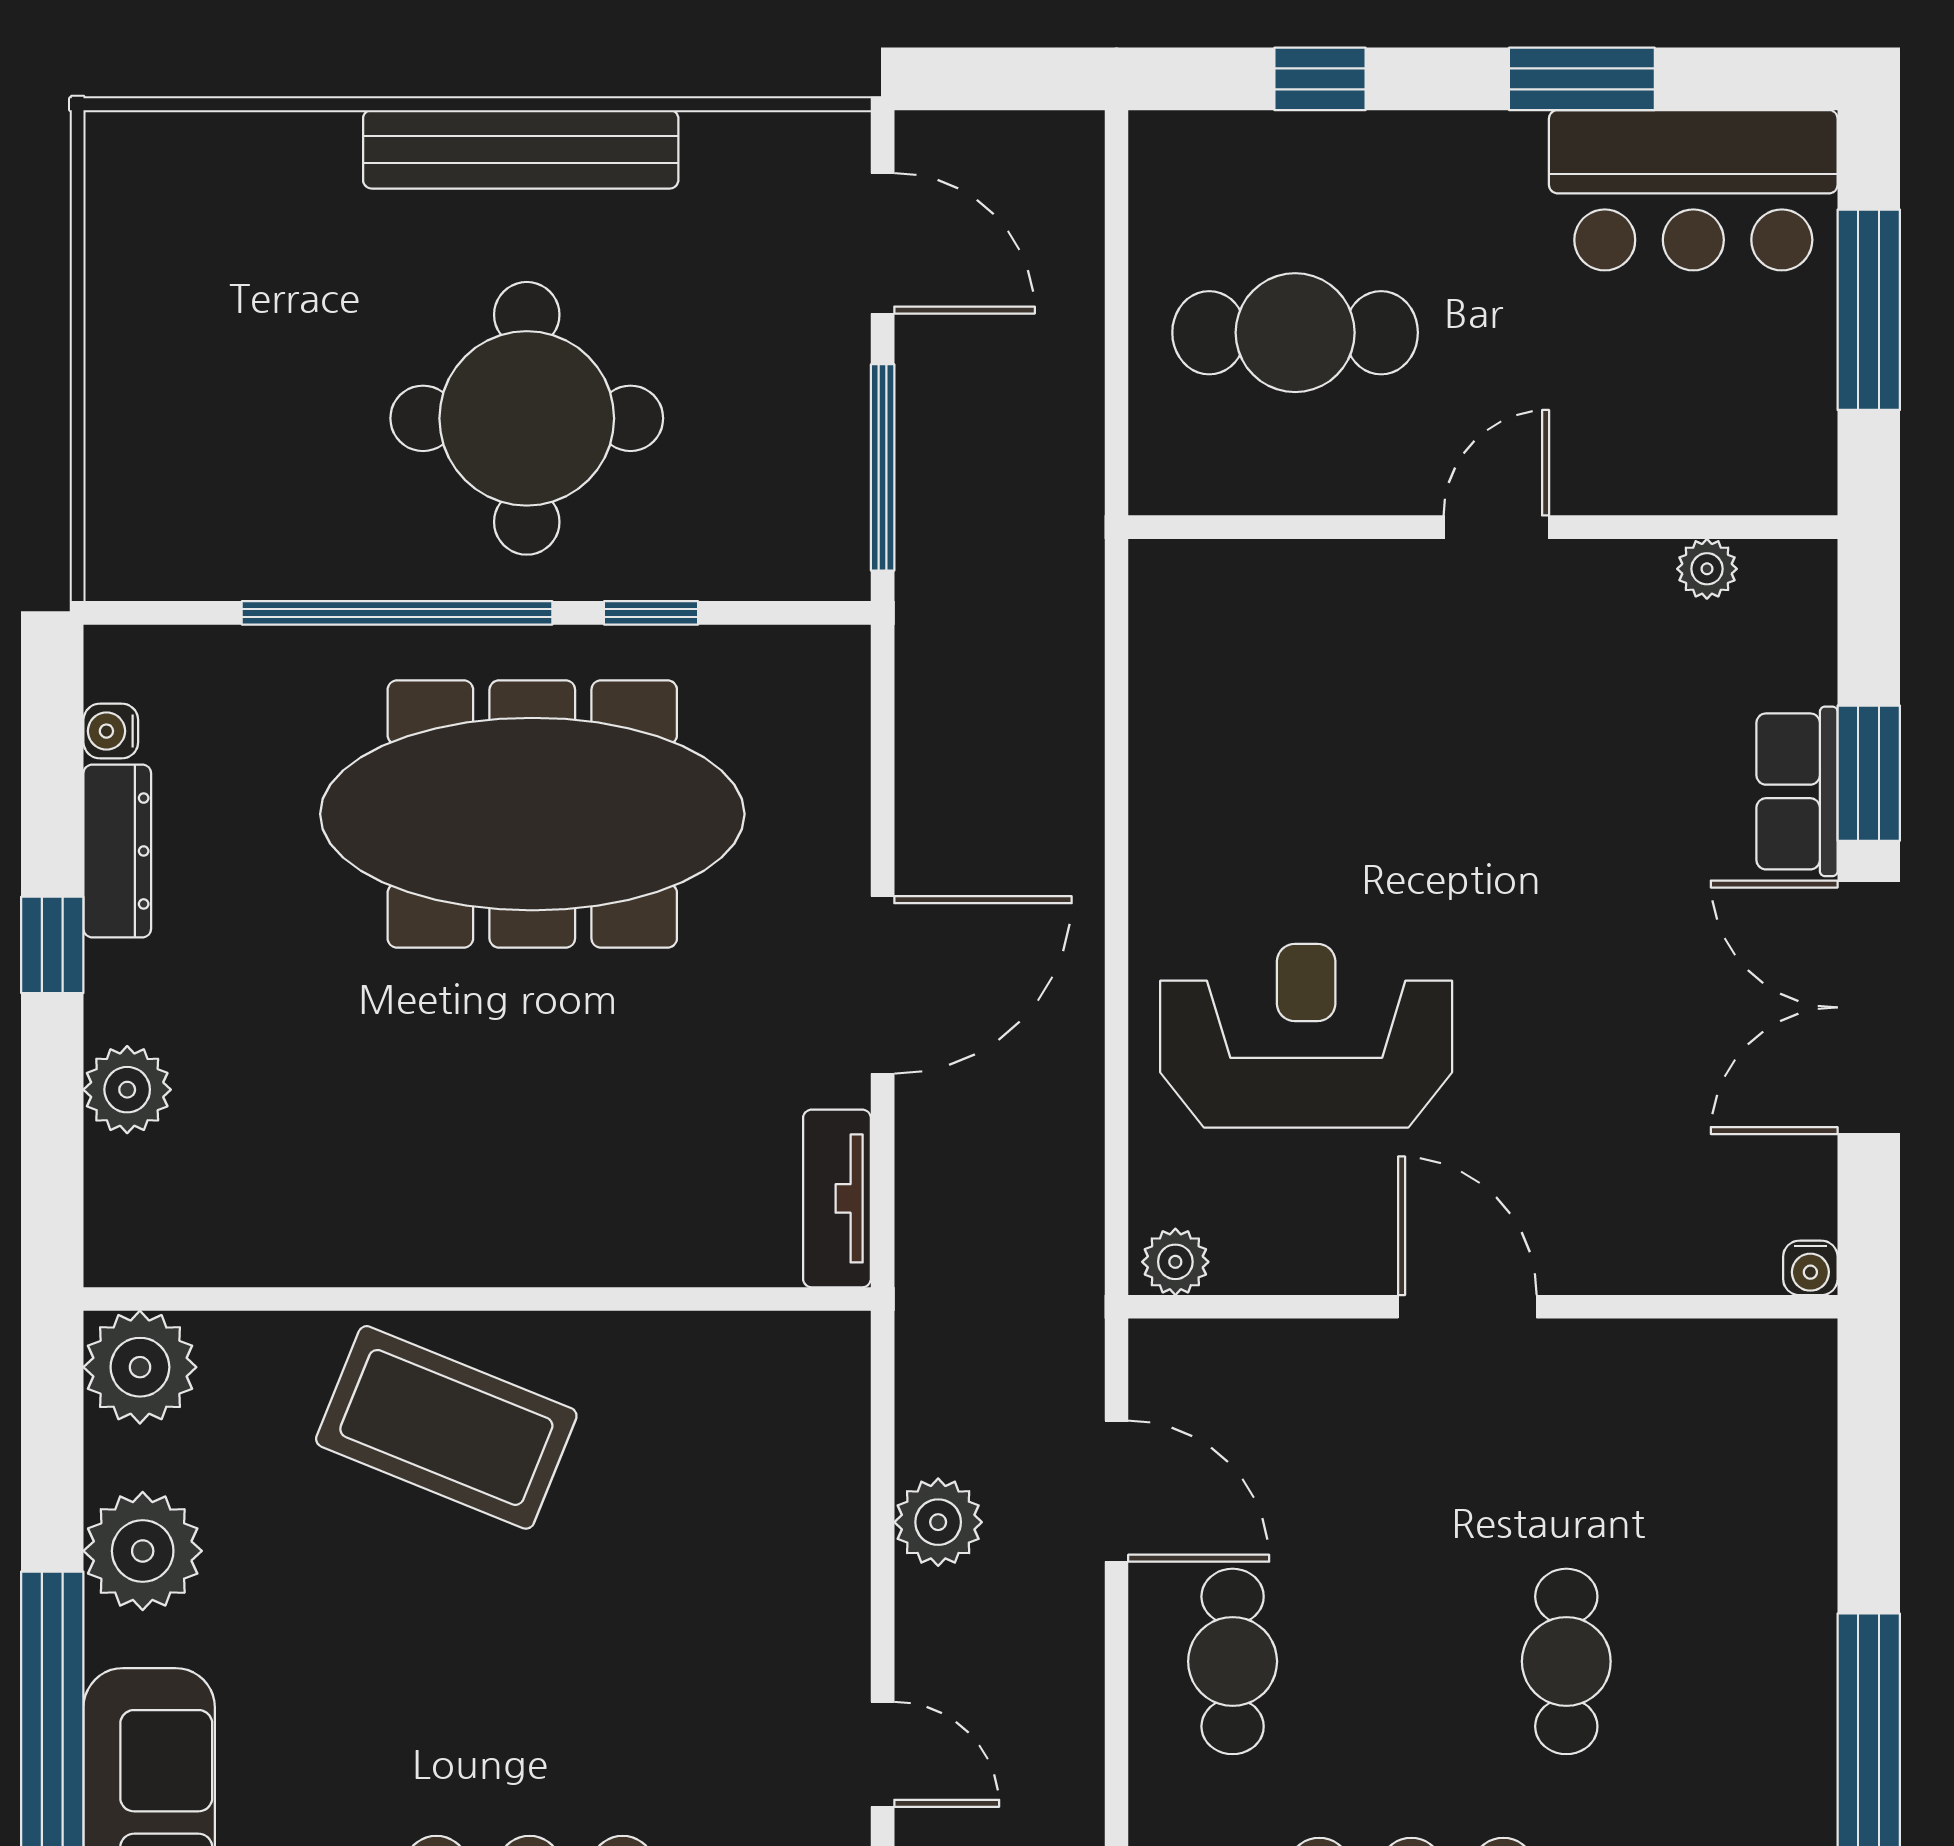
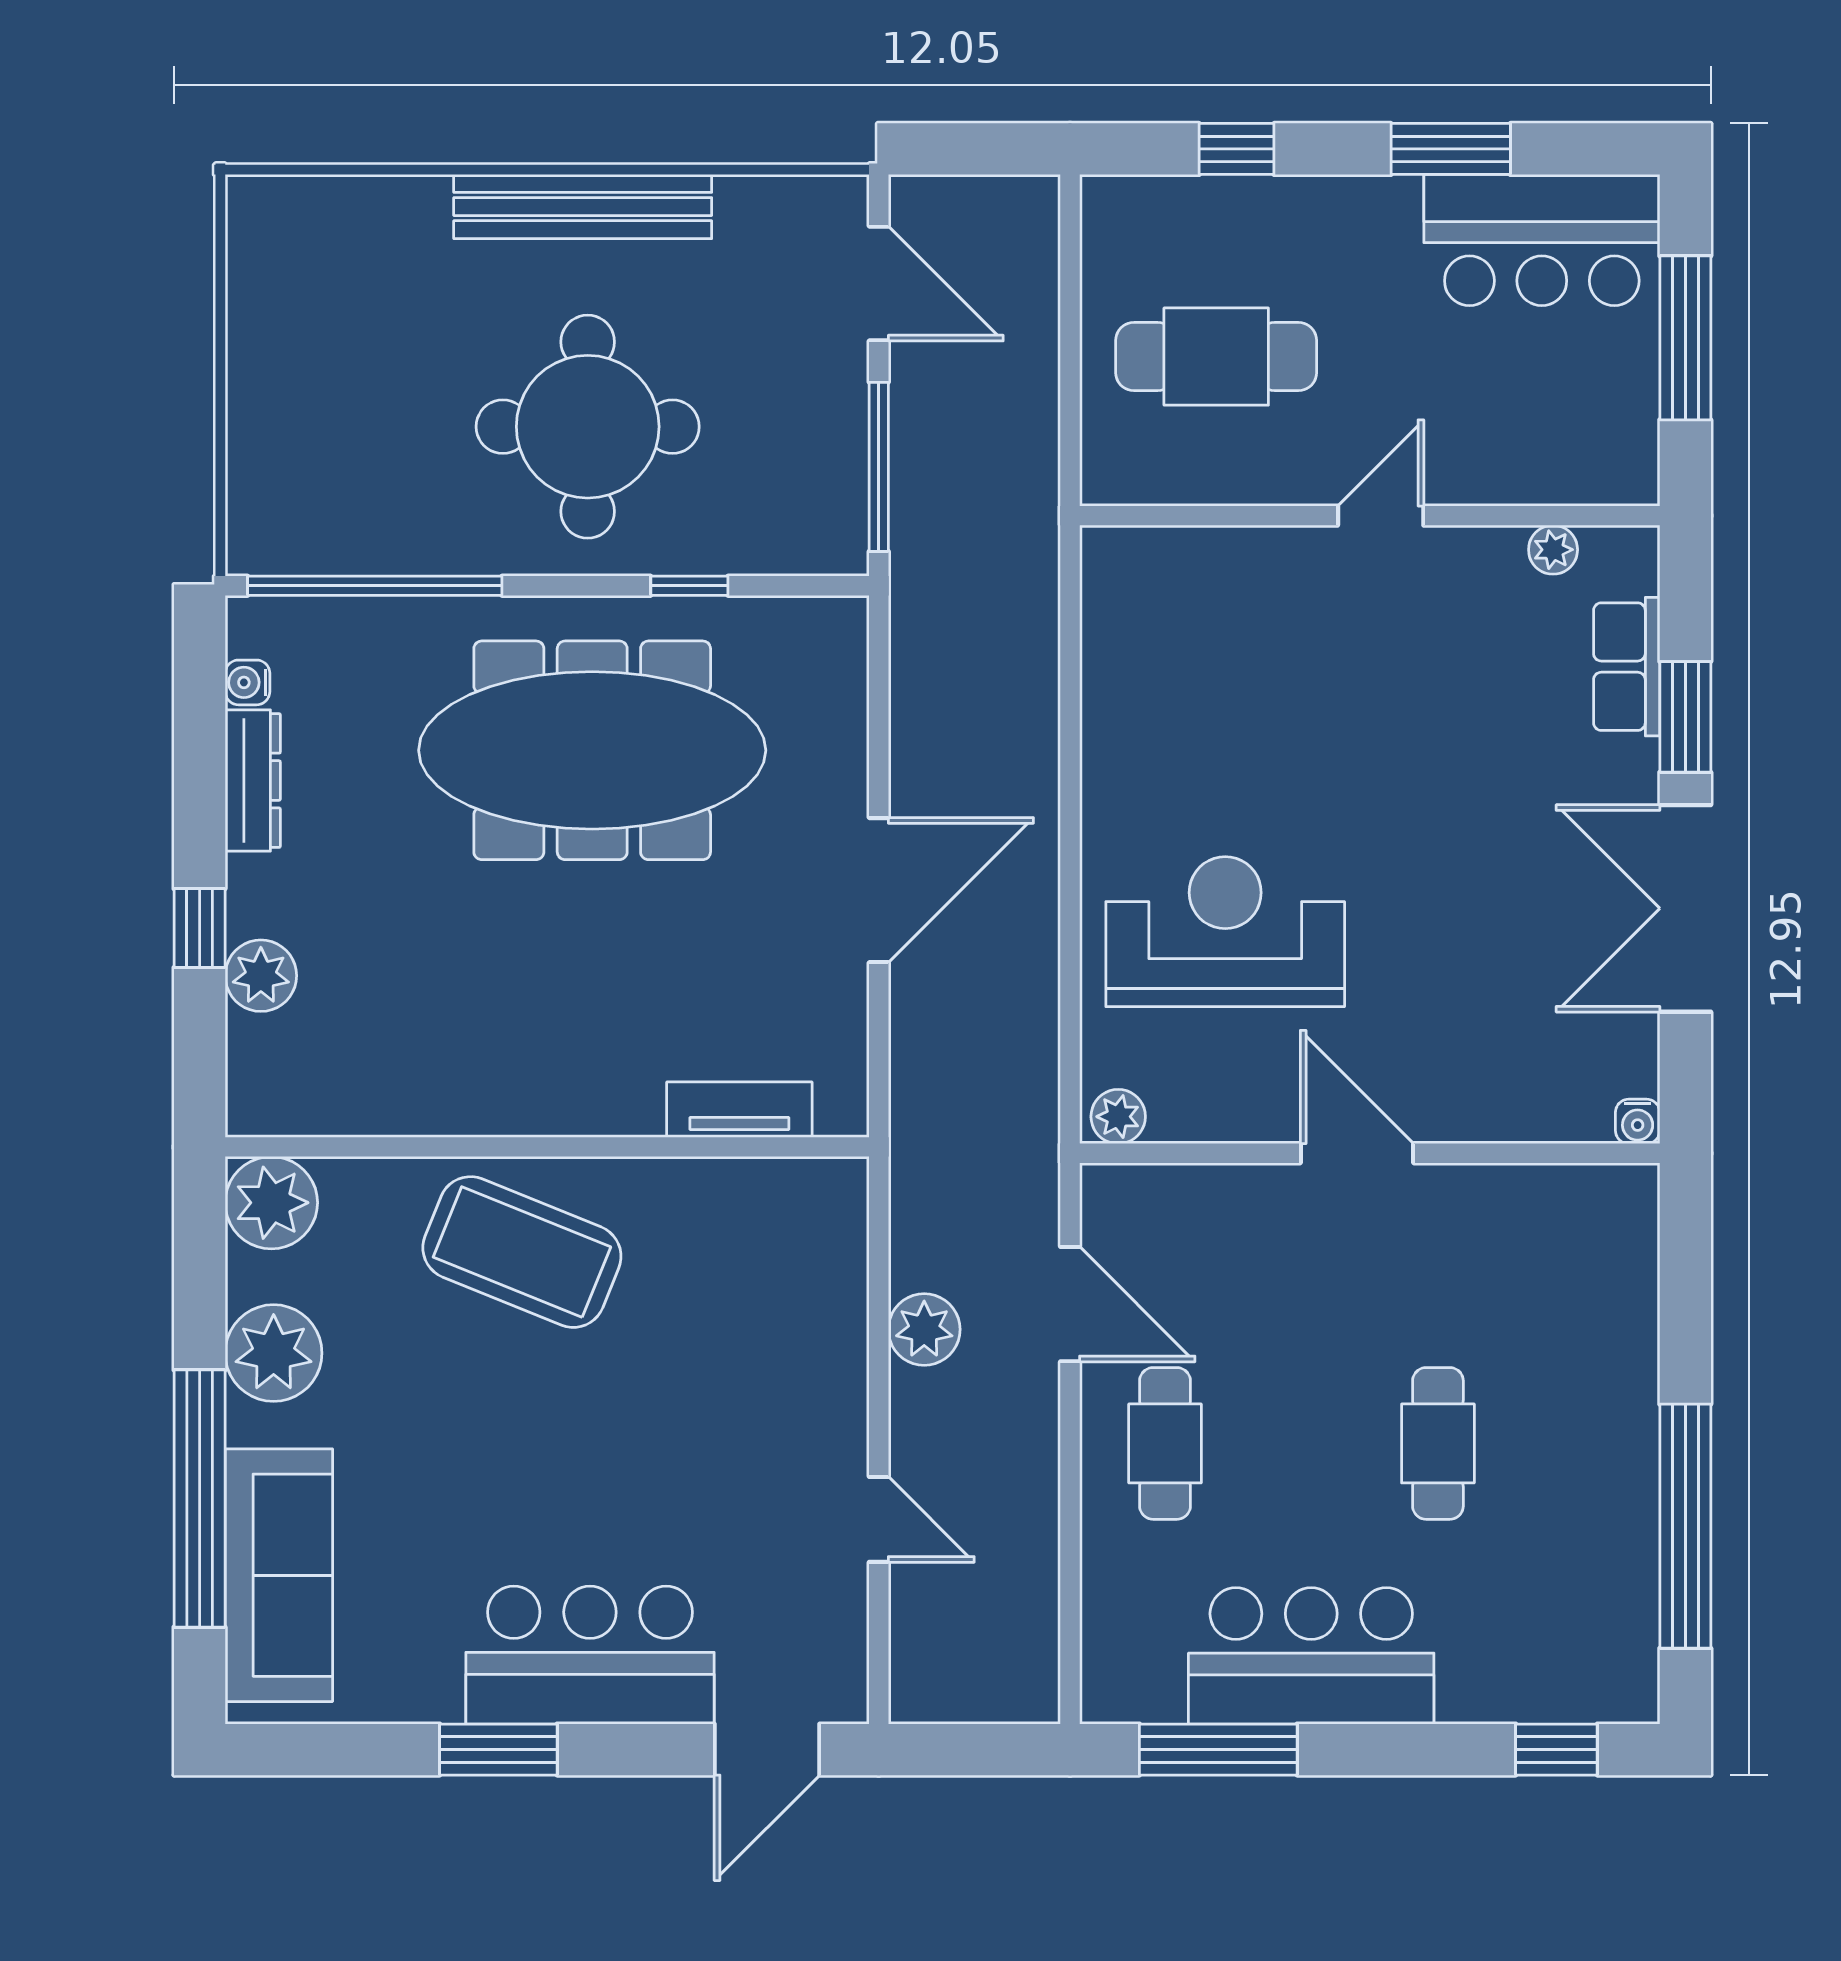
window: (397, 613) -> (375, 586), moved
row of seats: (1797, 791) -> (1627, 667), moved
window: (52, 945) -> (200, 928), moved
tv unit: (837, 1198) -> (739, 1110), moved, turned 90

